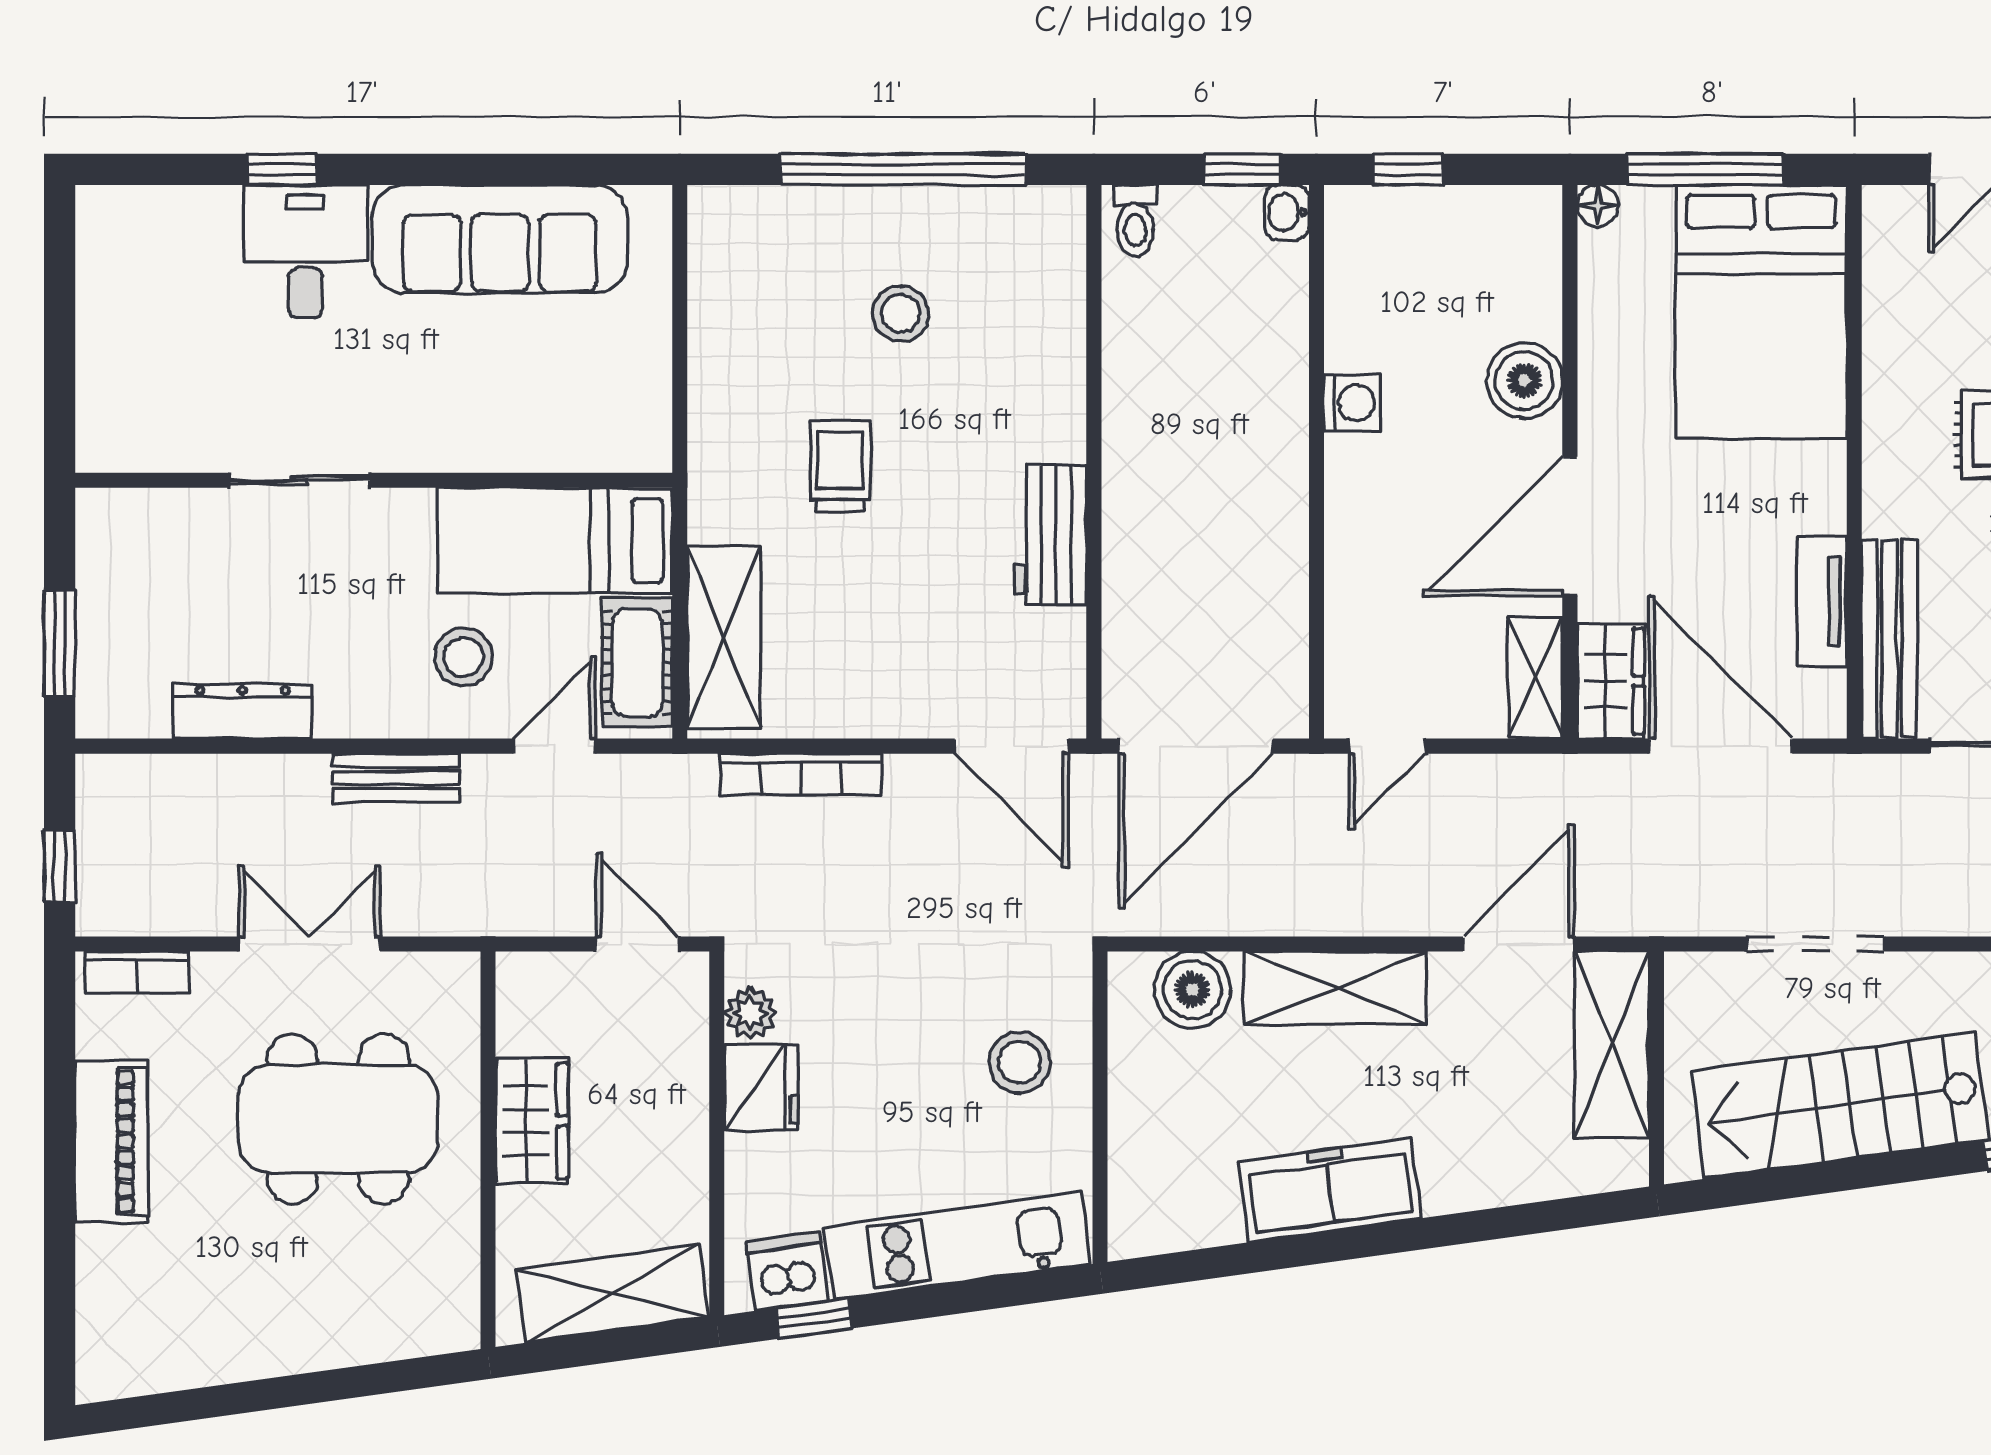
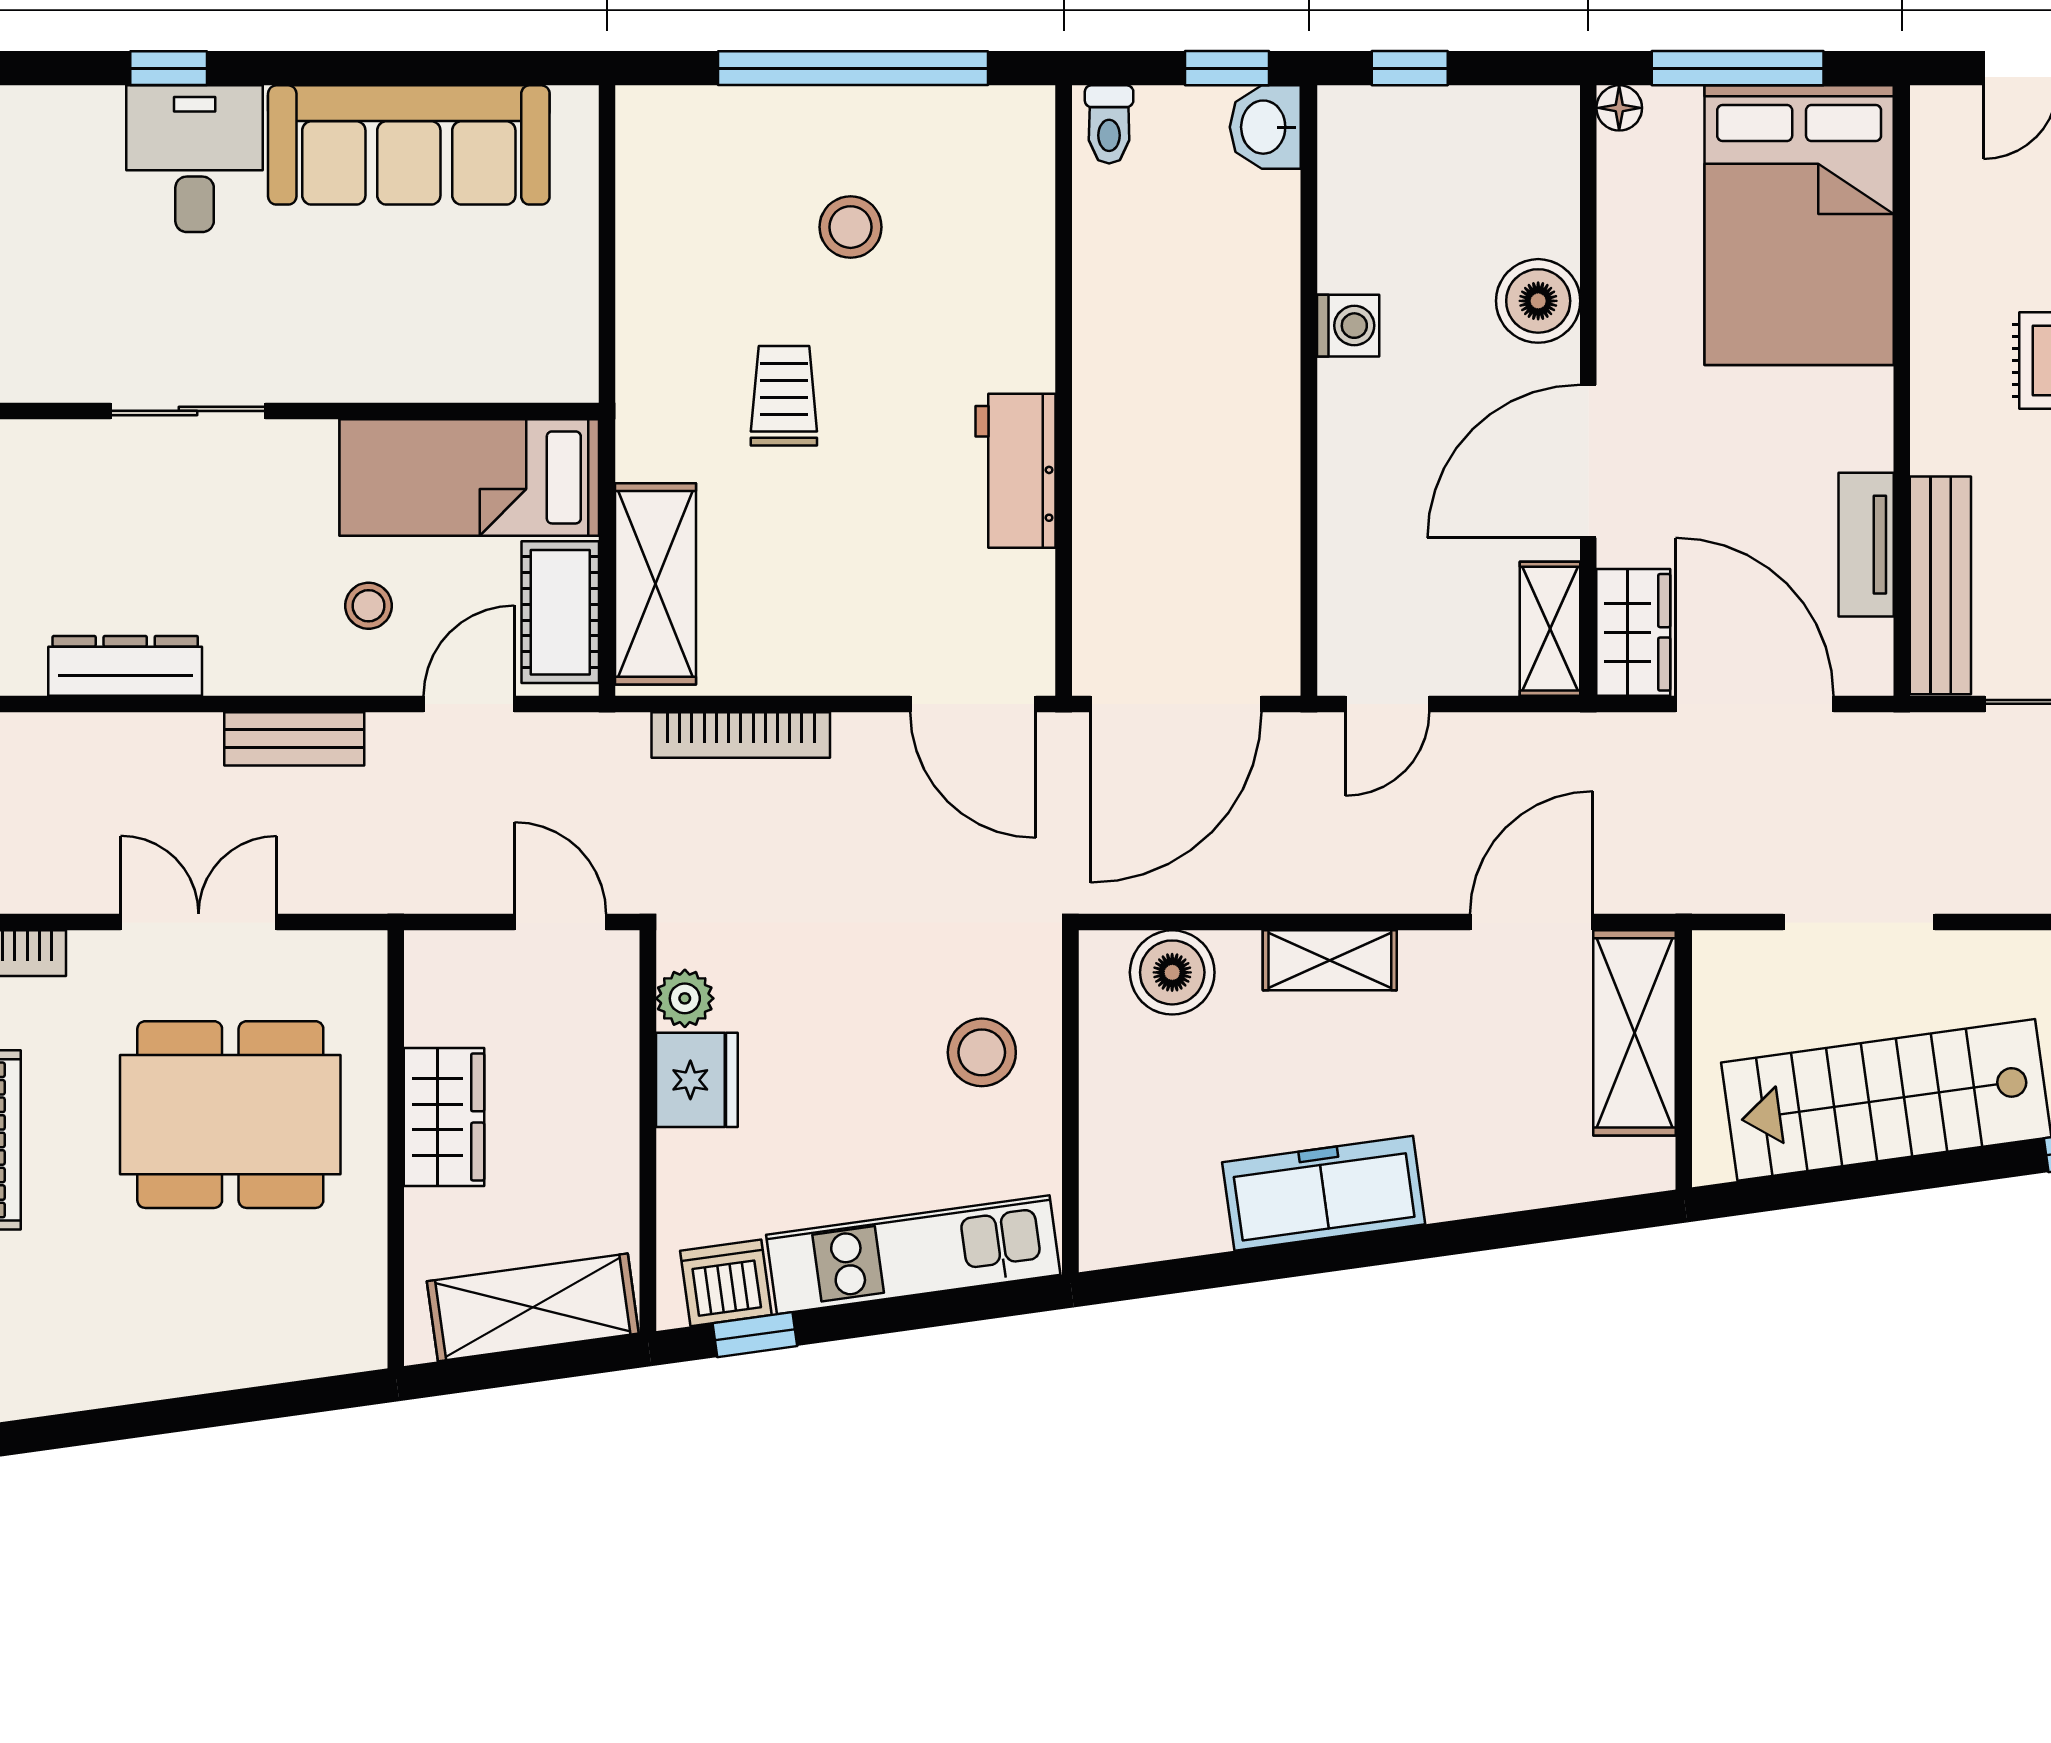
washbasin: (1287, 212) -> (1265, 127), width x1.38, depth x1.45
stool: (463, 657) -> (369, 606), width x0.73, depth x0.73
shelving: (1335, 988) -> (1330, 960), width x0.67, depth x0.75

